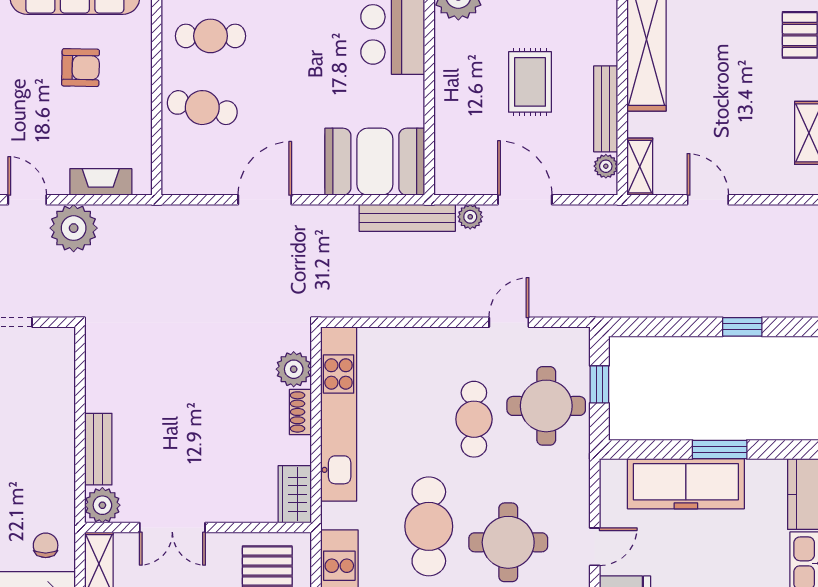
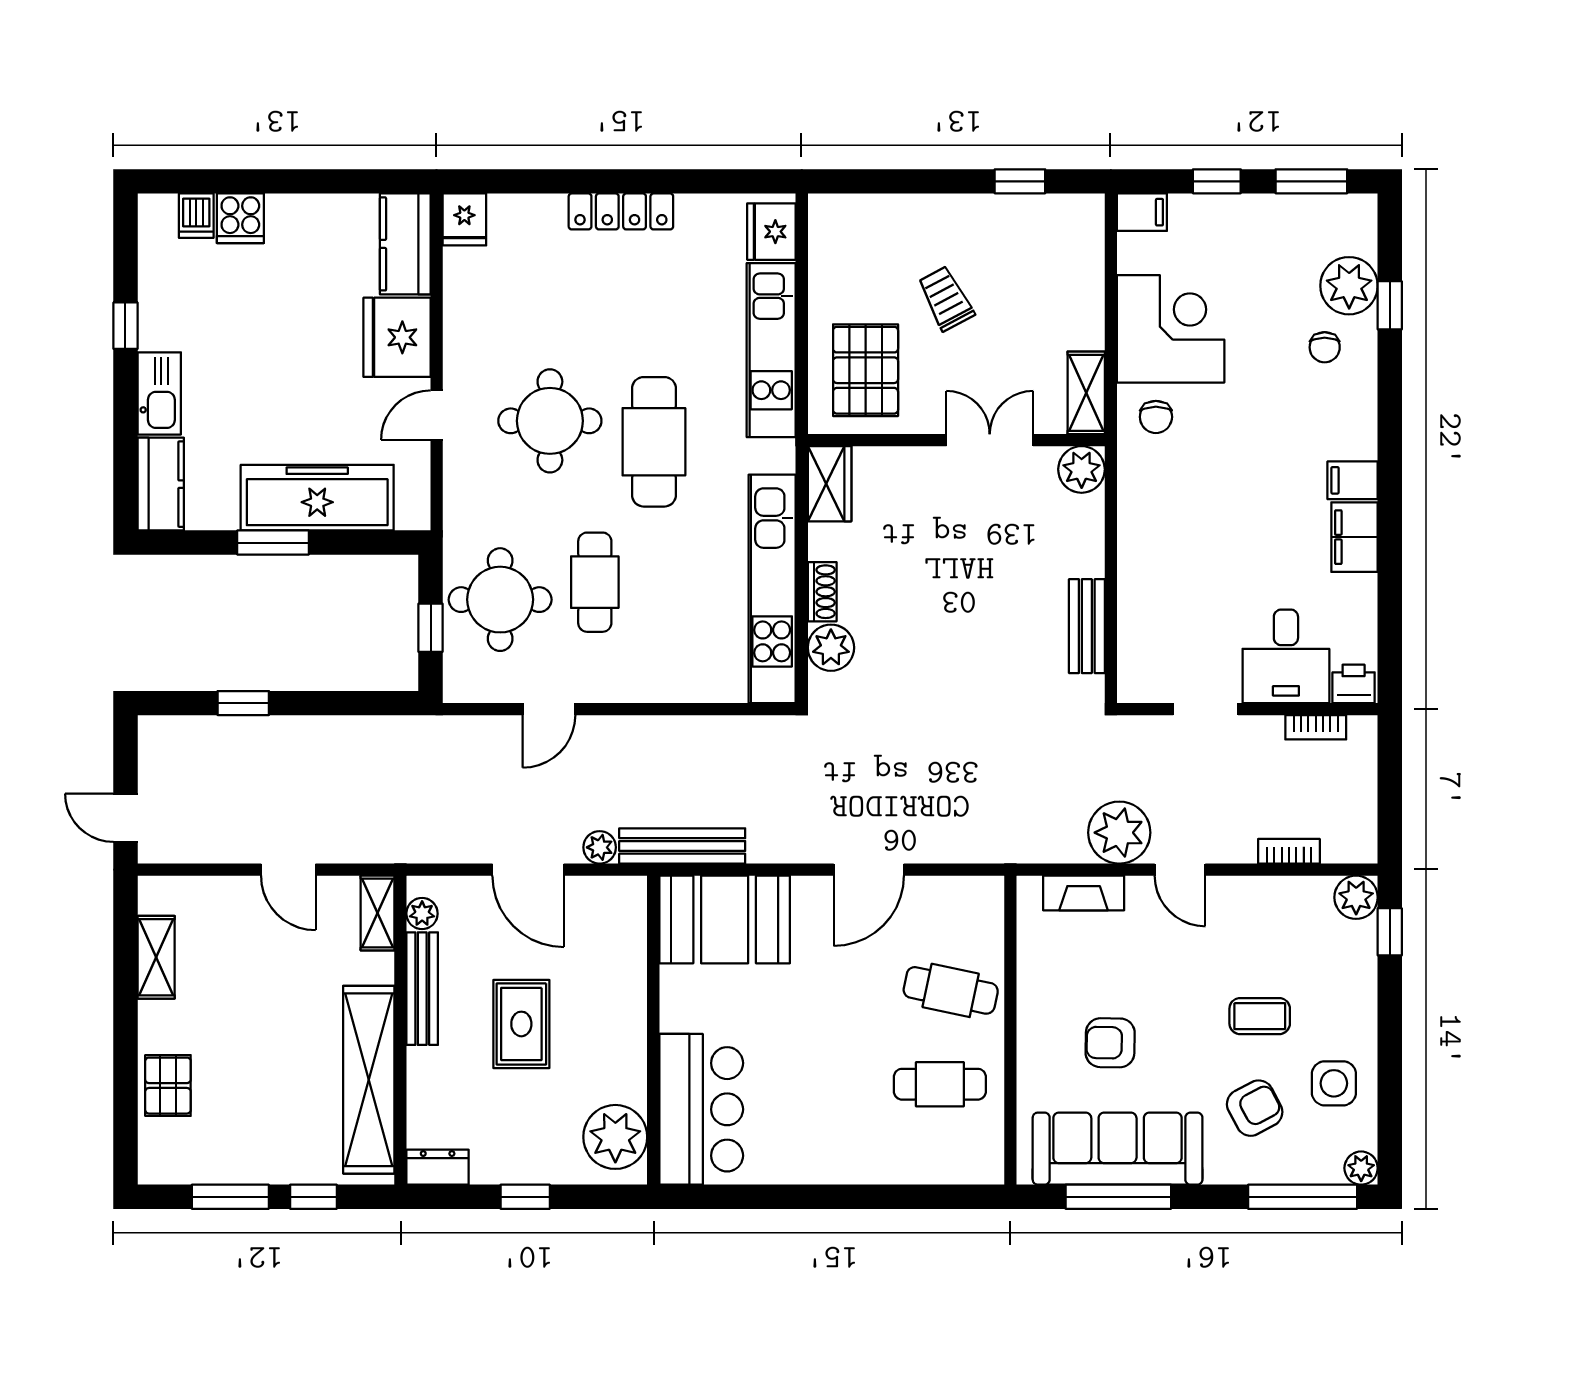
bench: (98, 449) -> (1087, 626), moved

